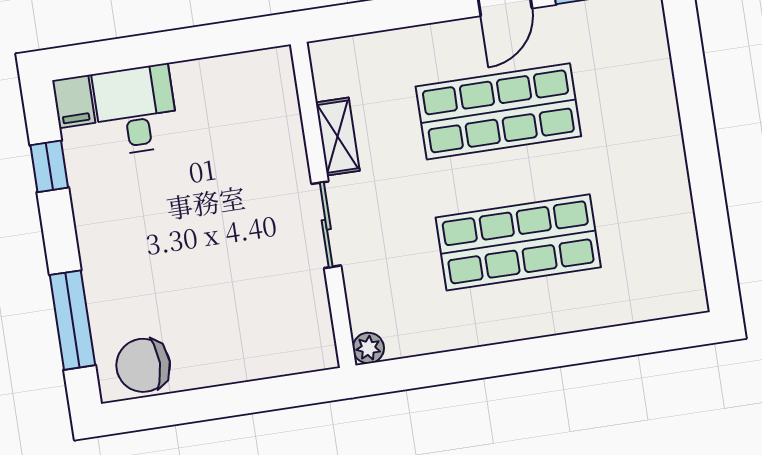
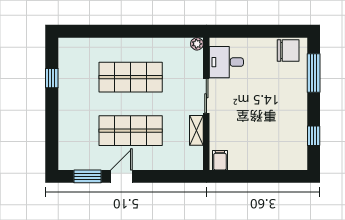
filing cabinet: (74, 102) -> (220, 160), moved
desk: (136, 110) -> (226, 62), moved, turned 90
window: (711, 211) -> (52, 78), added

